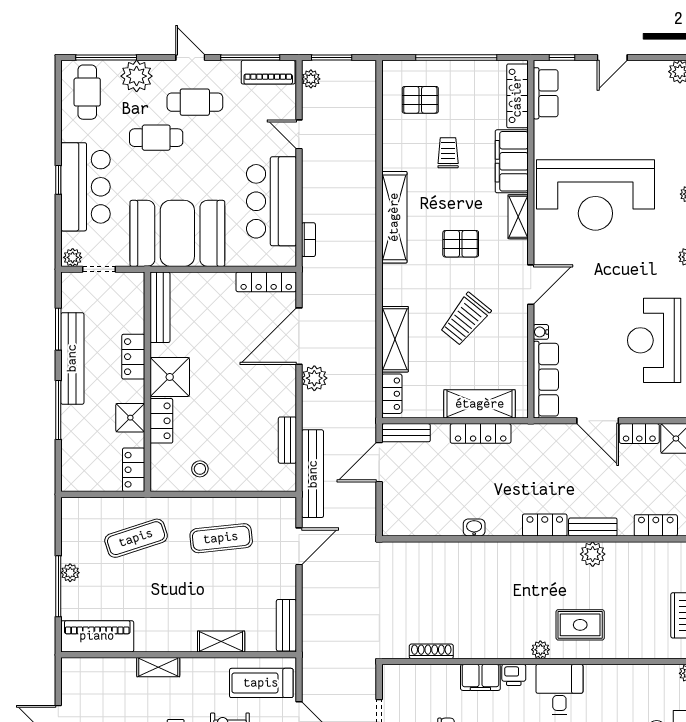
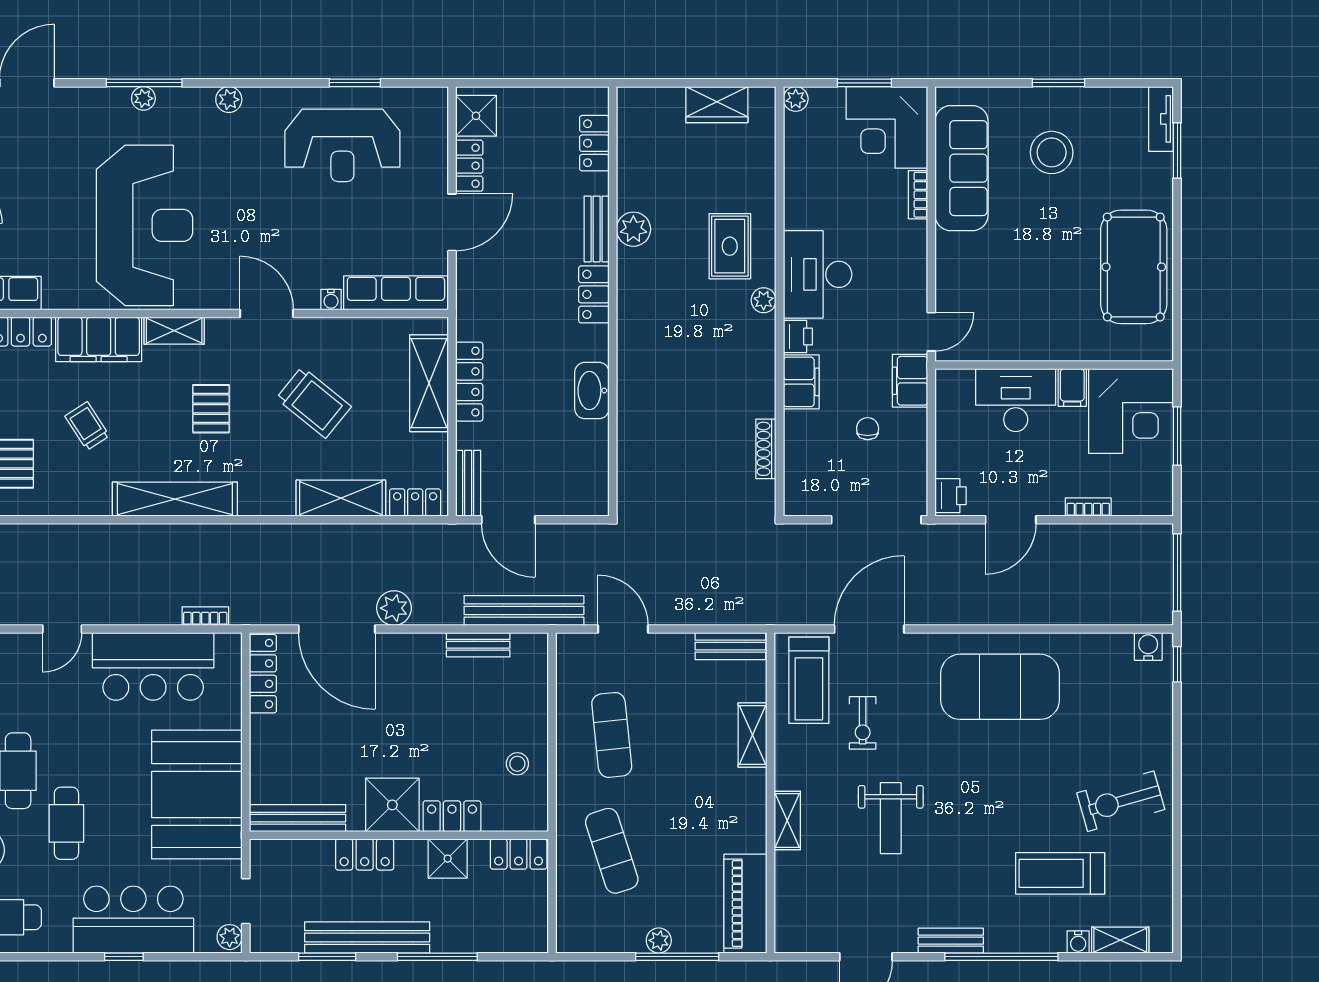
trolley: (448, 153) -> (87, 426), turned 57
washbasin: (474, 528) -> (592, 391), width x1.91, depth x1.45
desk: (559, 689) -> (818, 274), width x1.37

